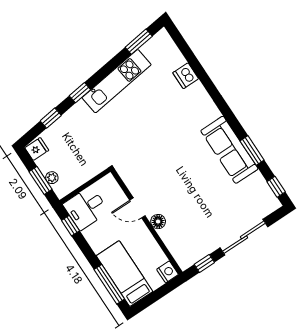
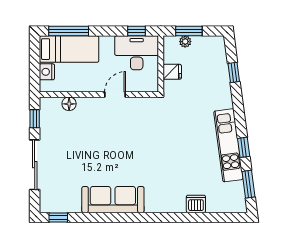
window: (80, 93) -> (244, 147), moved
fridge: (37, 149) -> (172, 72), moved, turned -90
window: (252, 151) -> (100, 217), removed
desk: (86, 208) -> (137, 53), width x1.37
floor lamp: (158, 222) -> (69, 104), moved
nightstand: (168, 272) -> (47, 72), moved, turned 90

